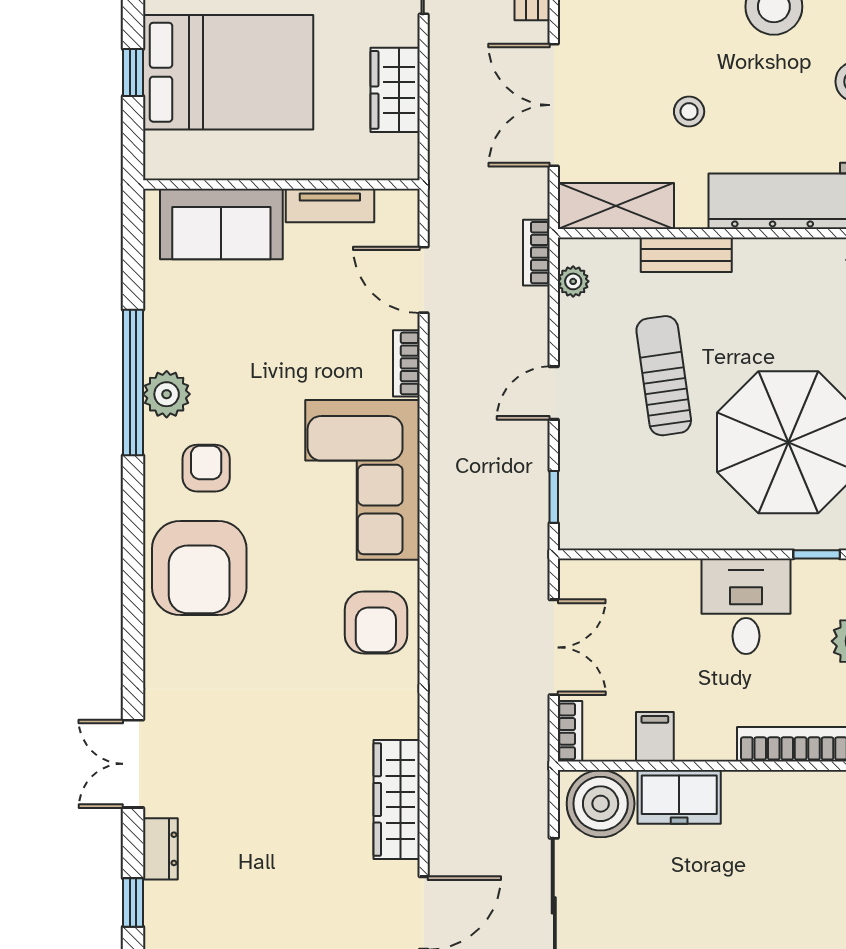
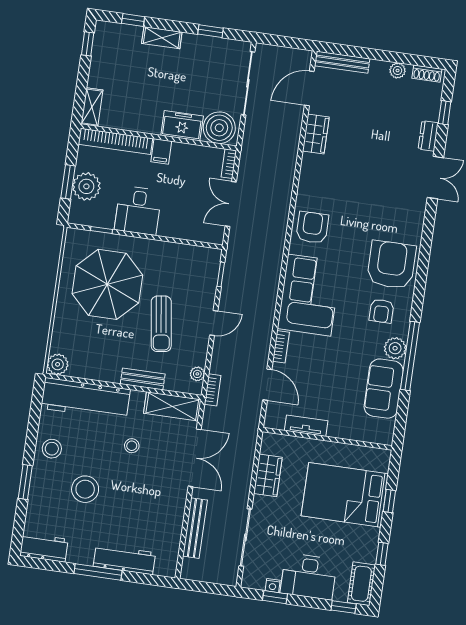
sofa: (221, 224) -> (384, 389), moved, turned -90
filing cabinet: (655, 737) -> (161, 151), moved
wardrobe: (397, 799) -> (316, 134), width x0.67

